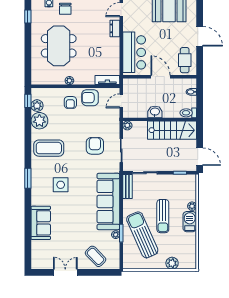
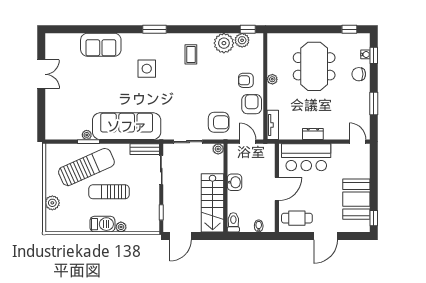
dresser: (115, 28) -> (313, 134), moved
meeting table: (59, 46) -> (314, 66), turned 90
armchair: (95, 146) -> (219, 122), moved
coffee table: (49, 148) -> (191, 54), width x0.54, depth x0.58
coffee table: (96, 256) -> (61, 111), removed

